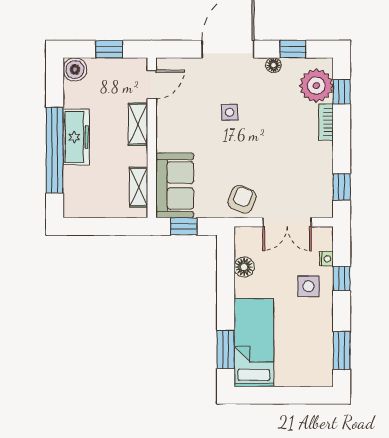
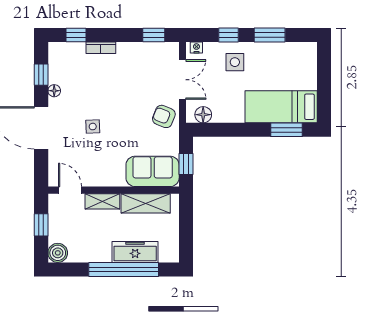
plant: (316, 86) -> (71, 56), removed
freezer: (76, 137) -> (135, 252), moved
shelving: (138, 187) -> (146, 203), width x1.50, depth x1.33
nightstand: (326, 259) -> (196, 47), moved
floor lamp: (244, 267) -> (203, 115), moved
window: (342, 350) -> (270, 35), moved

